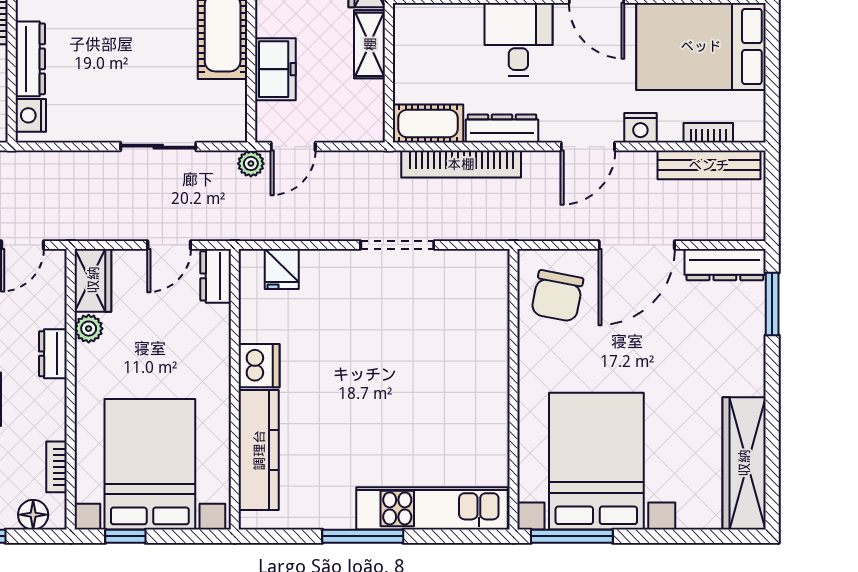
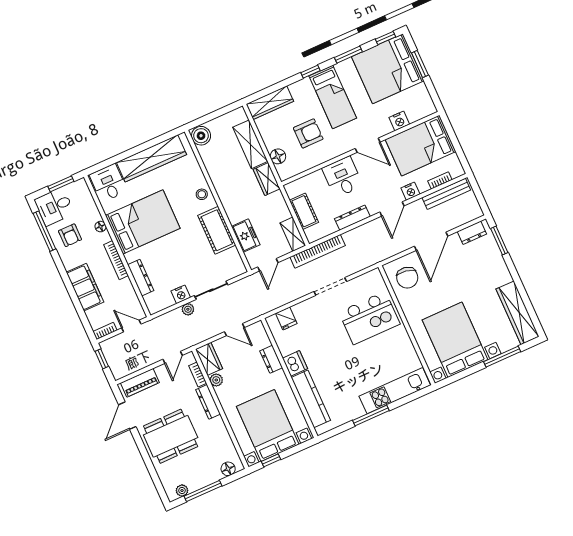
shelving: (370, 44) -> (293, 234), moved
nightstand: (31, 115) -> (181, 294), moved, turned -90
cot: (428, 123) -> (304, 211), moved, turned 90
plant: (251, 164) -> (188, 309), moved
bookcase: (461, 164) -> (318, 251), moved
door: (169, 245) -> (234, 330), hinge flipped
dresser: (725, 265) -> (472, 233), width x0.70
dresser: (216, 276) -> (271, 359), moved
kitchen island: (447, 342) -> (369, 318), added
dresser: (53, 354) -> (208, 402), width x1.44
bookcase: (57, 467) -> (198, 374), moved
window: (572, 536) -> (502, 357), moved

